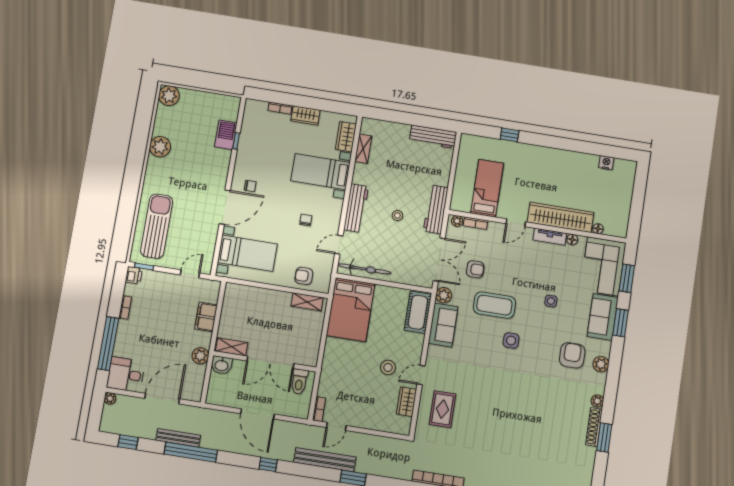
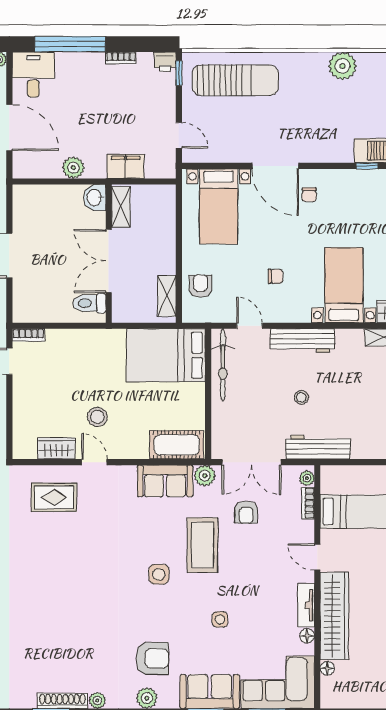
shelving: (232, 347) -> (121, 207), moved
wall: (265, 361) -> (109, 254), moved
double door: (270, 362) -> (109, 261), moved
washbasin: (222, 365) -> (95, 198), moved
toilet: (299, 382) -> (89, 303), moved

